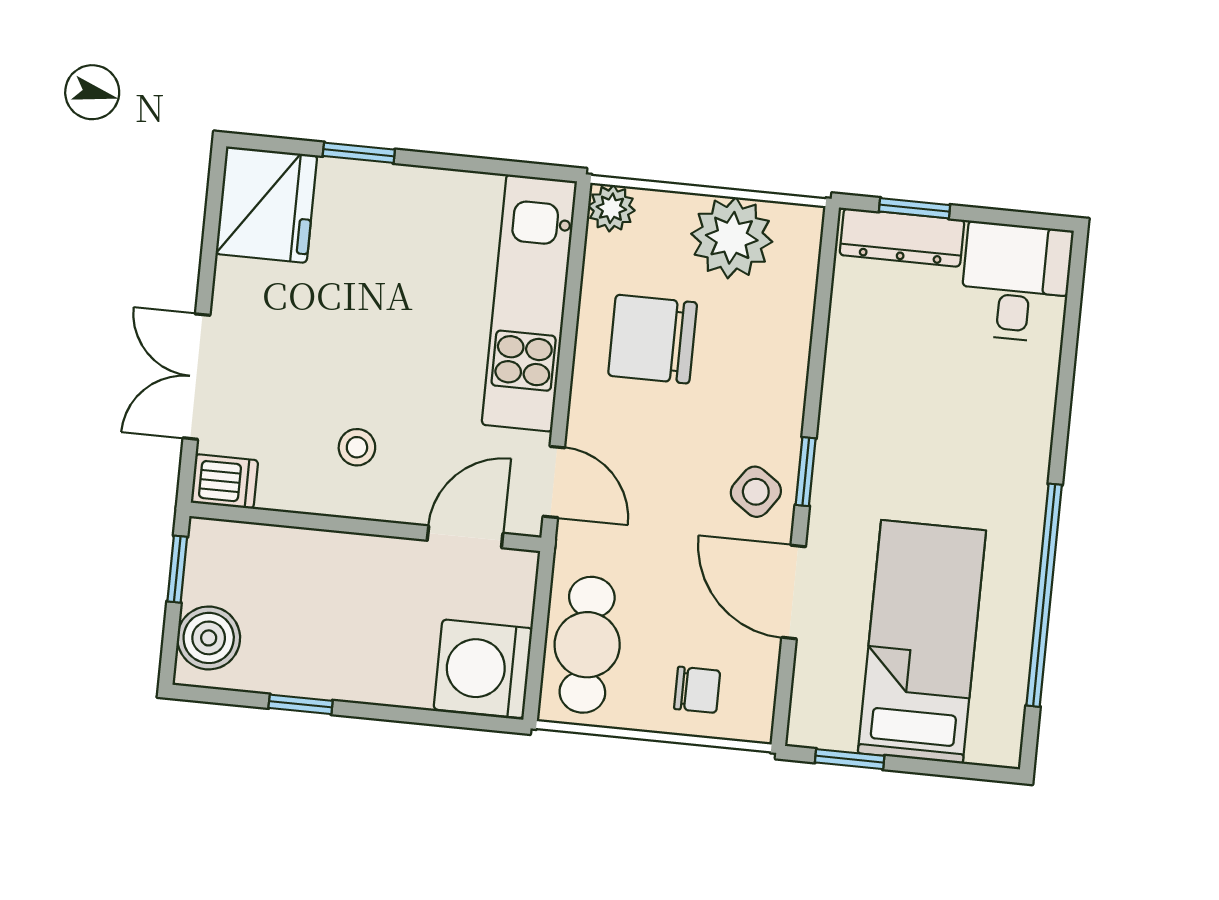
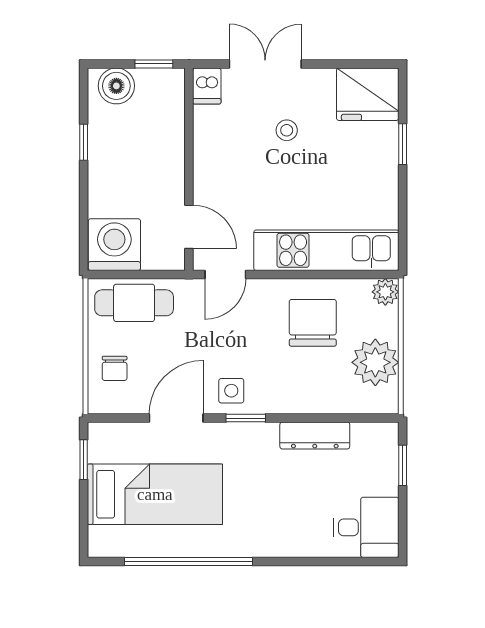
dresser: (902, 237) -> (315, 435), moved, turned -90
stool: (357, 447) -> (287, 130), moved
side table: (756, 492) -> (231, 391), turned -35

